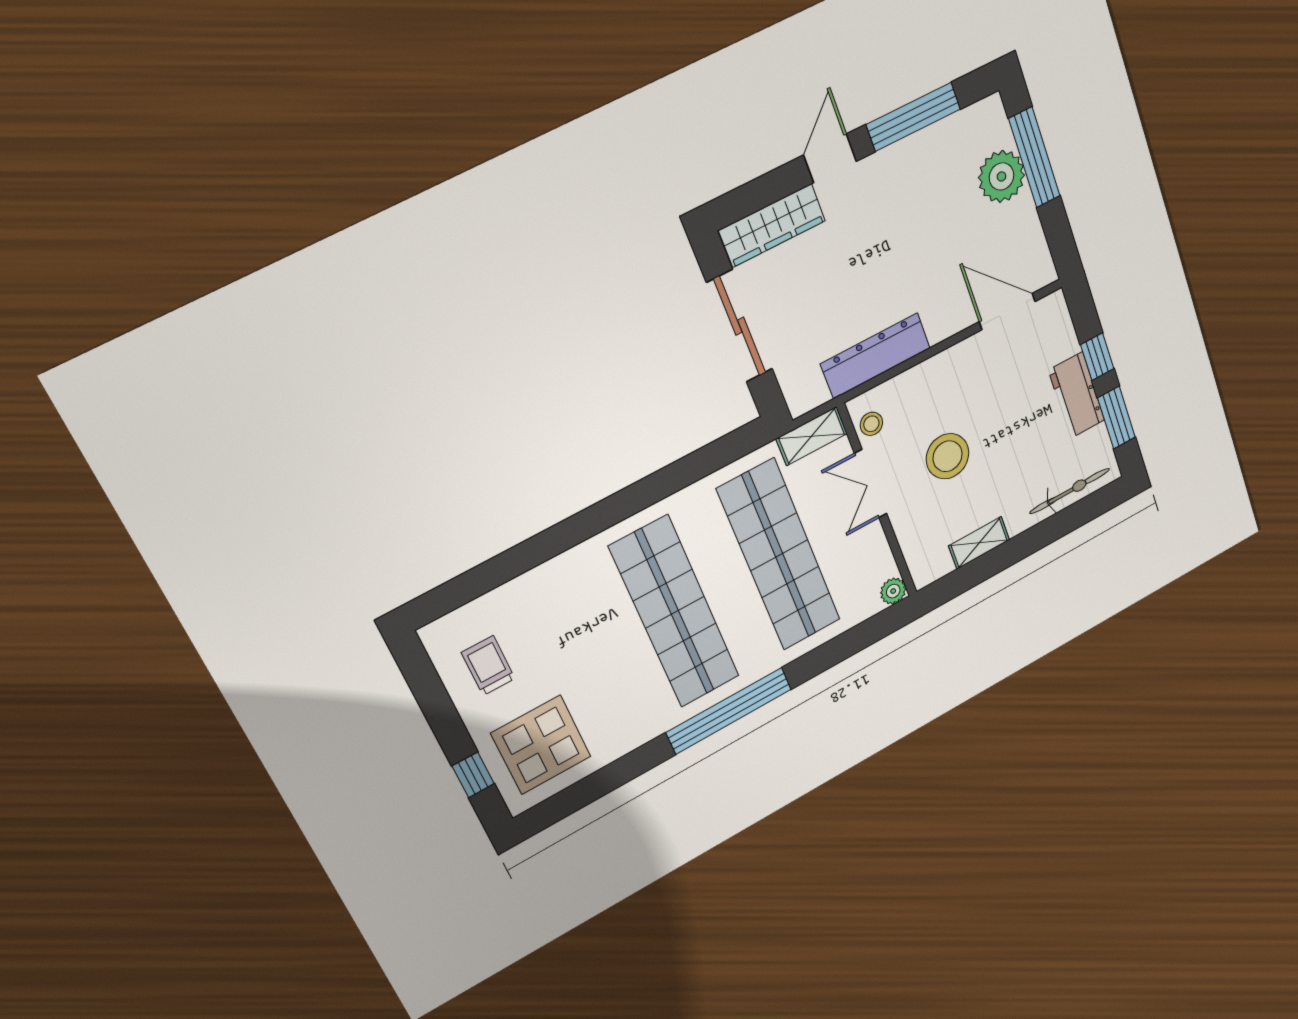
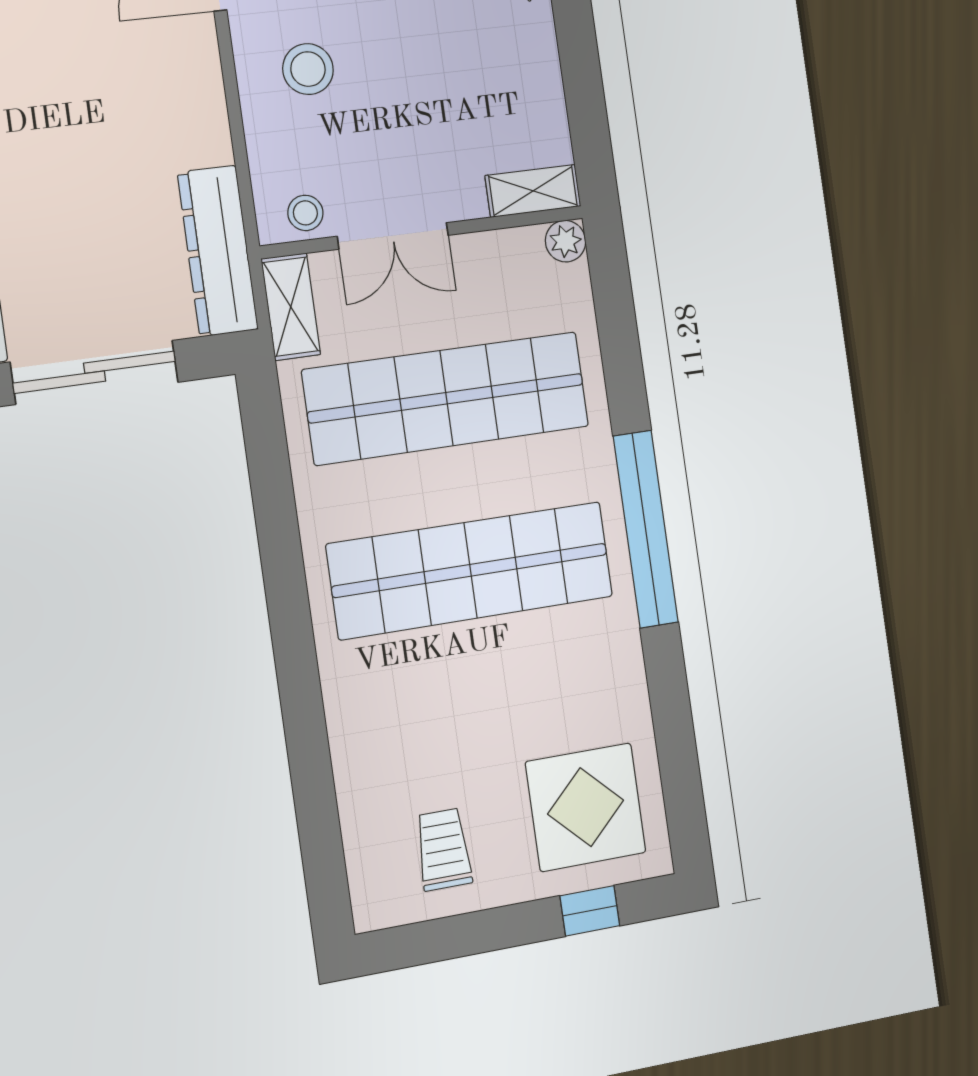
dresser: (876, 356) -> (218, 251), moved
stool: (948, 456) -> (308, 69), moved, width x0.73, depth x0.73
shelving: (979, 543) -> (533, 191), moved, turned 90
trolley: (488, 666) -> (444, 849), turned 90

